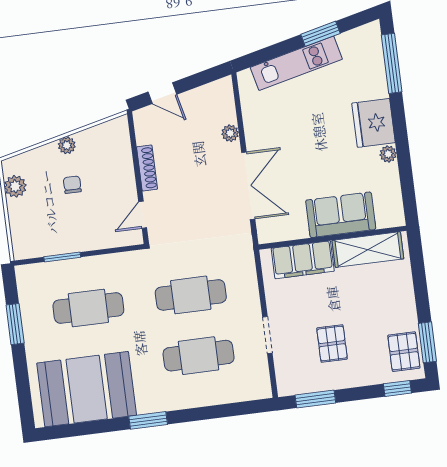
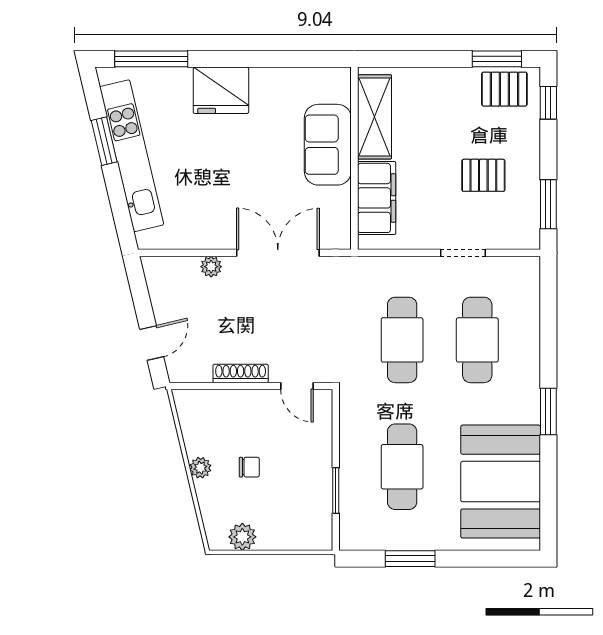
kitchen unit: (296, 63) -> (132, 156), width x1.36
plant: (388, 154) -> (261, 77), removed
chair: (72, 185) -> (249, 467), turned 180

